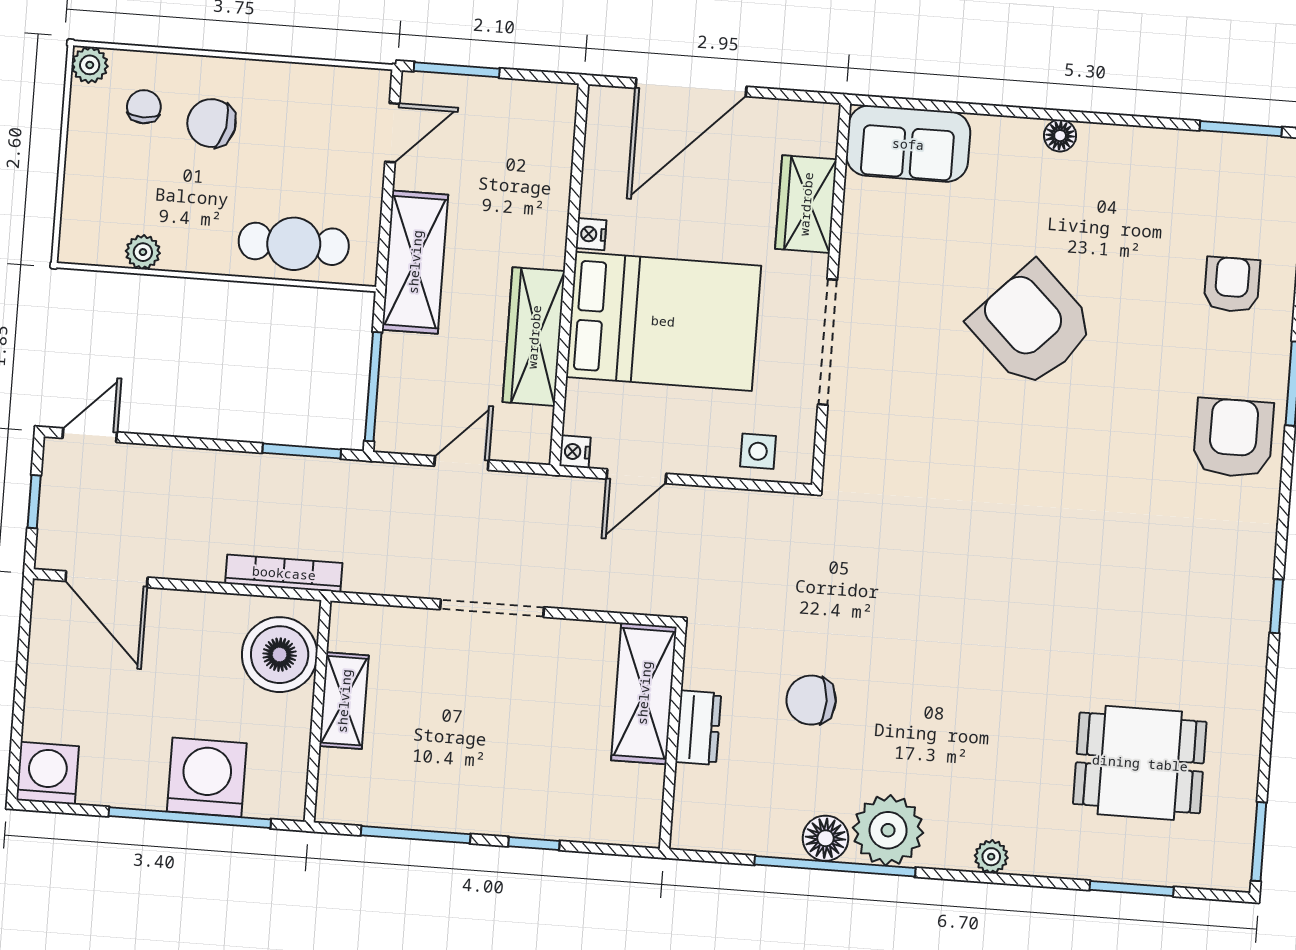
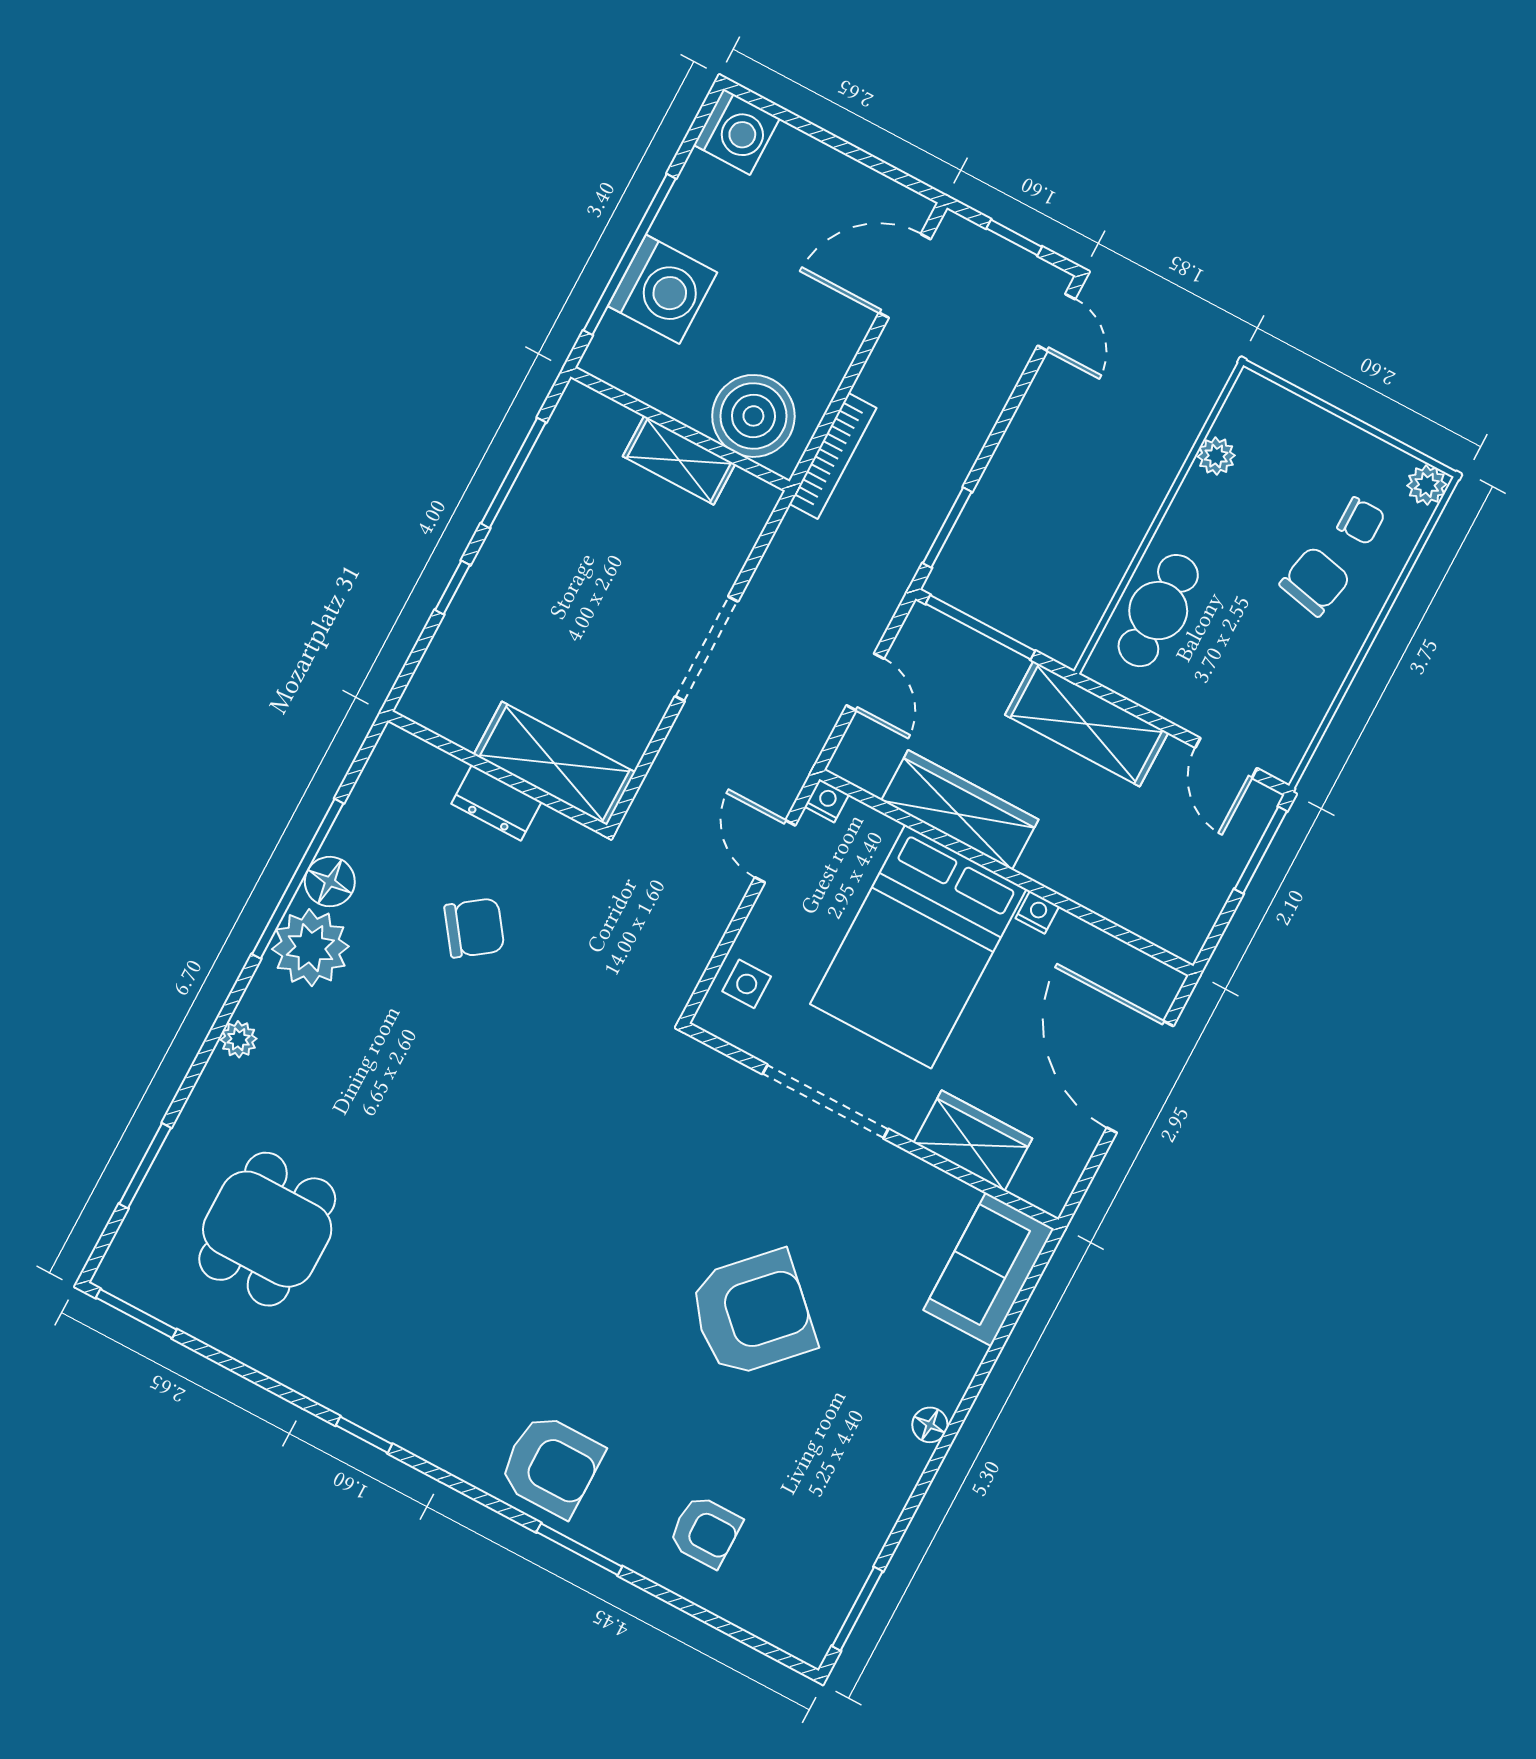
chair: (811, 700) -> (474, 928), turned 55

